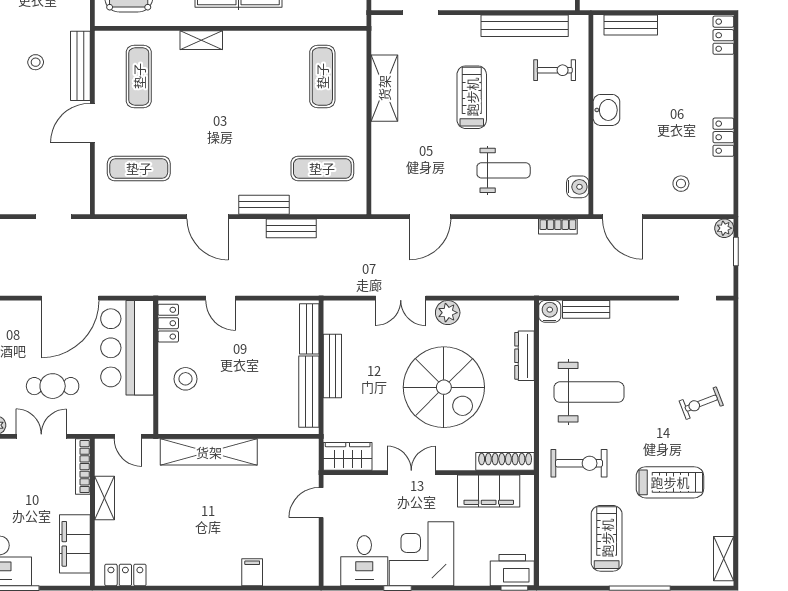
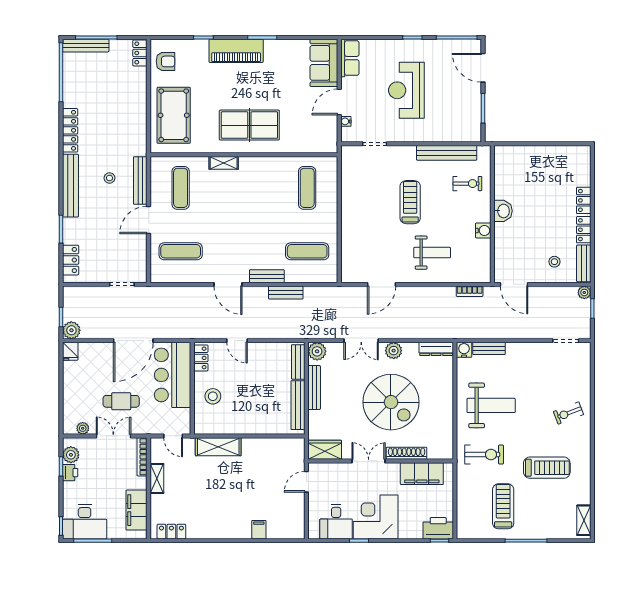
bench: (631, 25) -> (584, 263), moved, turned 90
locker: (723, 35) -> (584, 200), moved
shelving: (384, 88) -> (350, 196), removed
water cooler: (578, 187) -> (483, 230), moved
plant: (337, 314) -> (317, 351), added
dresser: (525, 356) -> (436, 349), moved, turned -90
shelving: (209, 452) -> (218, 447), width x0.68
shoe rack: (505, 461) -> (407, 453), moved

